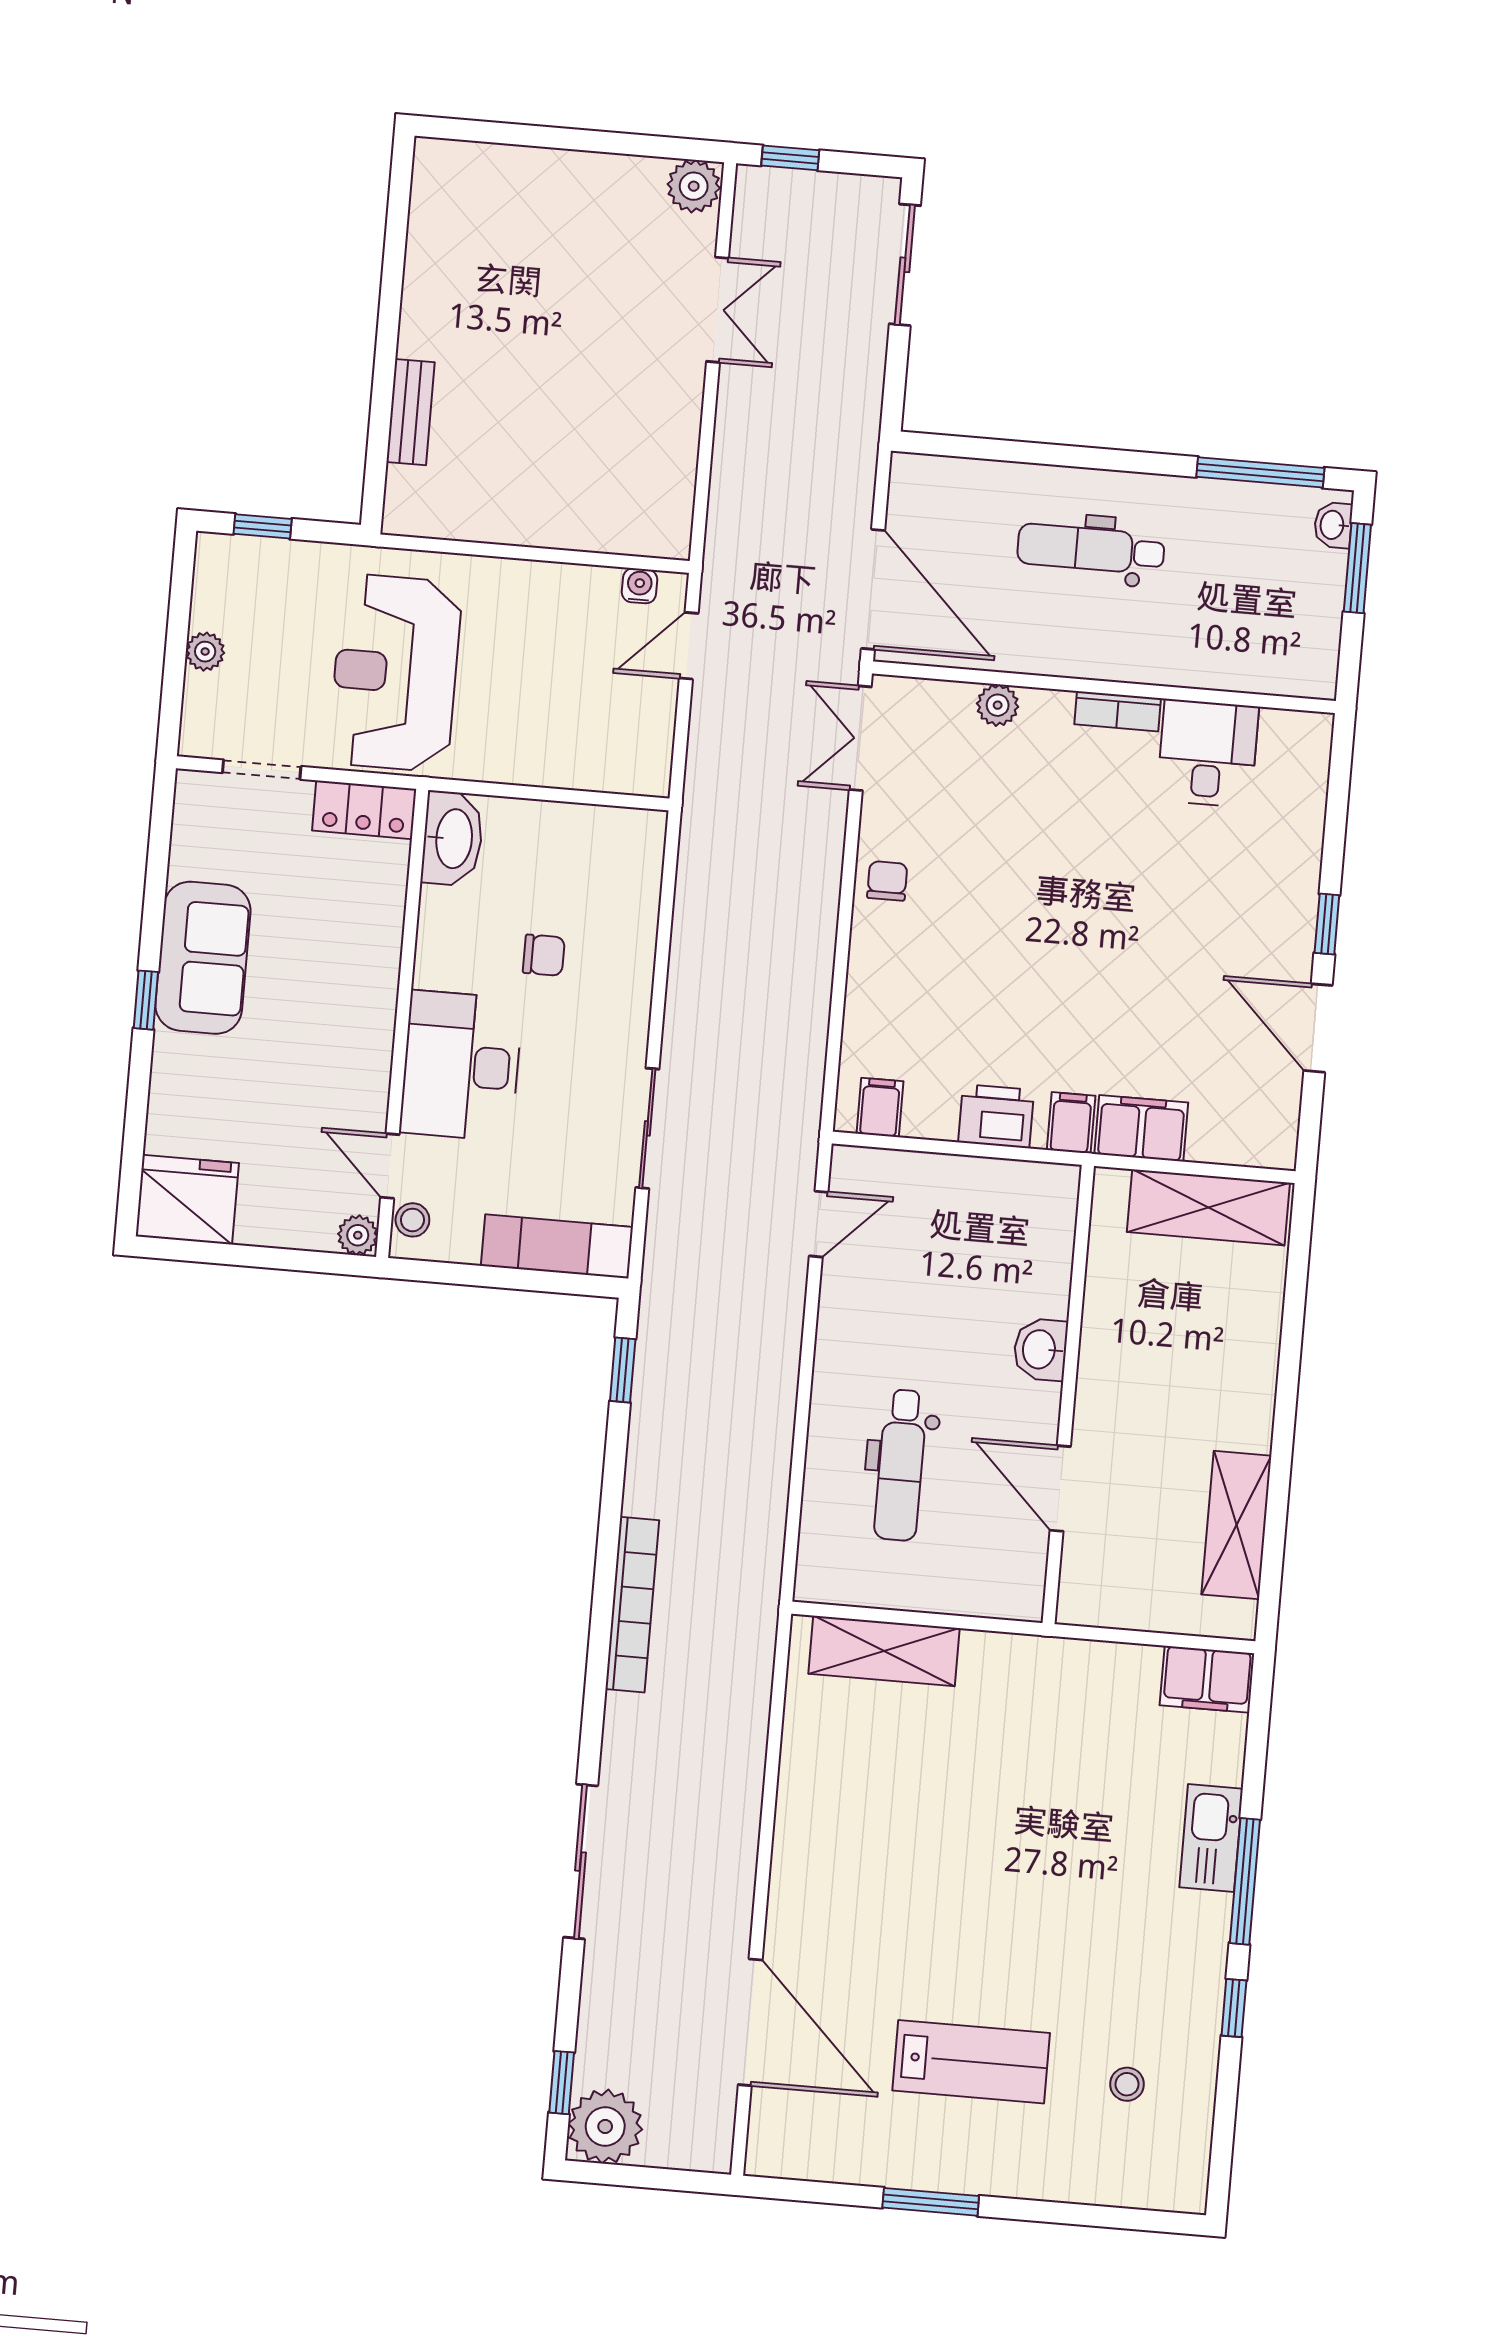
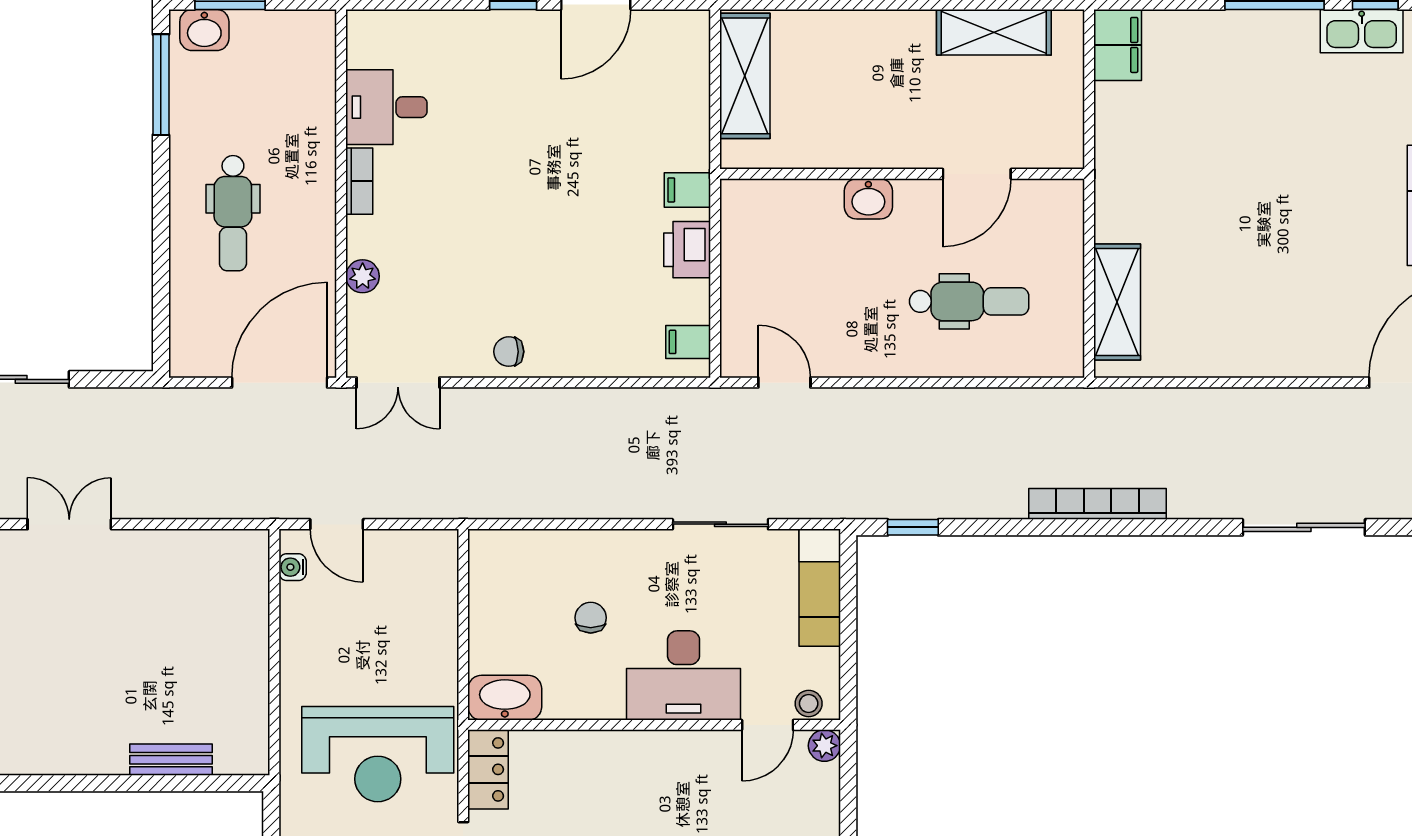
washbasin: (1333, 525) -> (204, 30), width x1.38, depth x1.45
filing cabinet: (1141, 1128) -> (687, 134), removed
kitchen sink: (1211, 1838) -> (1362, 31), moved

